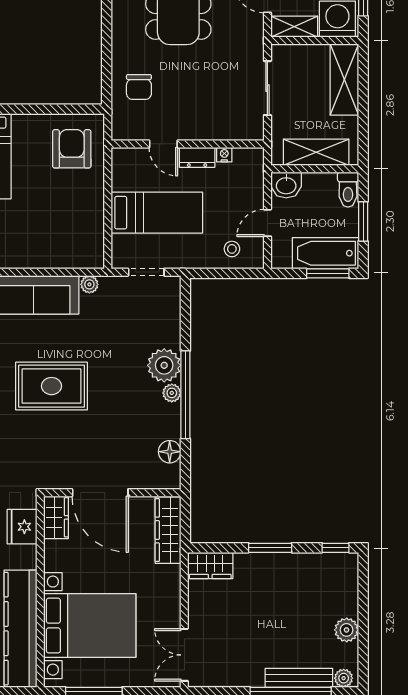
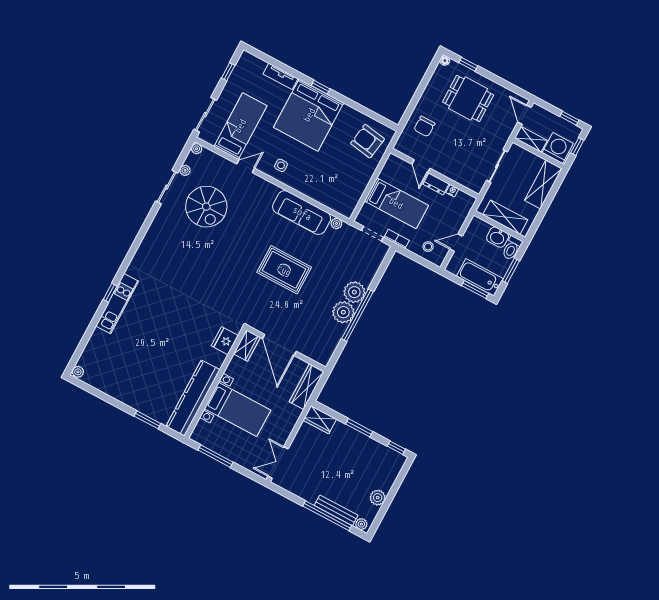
armchair: (72, 149) -> (367, 141), turned -81
washbasin: (286, 185) -> (498, 237), moved
bookcase: (183, 261) -> (397, 239), added
plant: (172, 393) -> (343, 312), width x1.88, depth x1.88
floor lamp: (170, 452) -> (331, 343), removed
bed with nightstands: (90, 626) -> (237, 409), width x0.73

